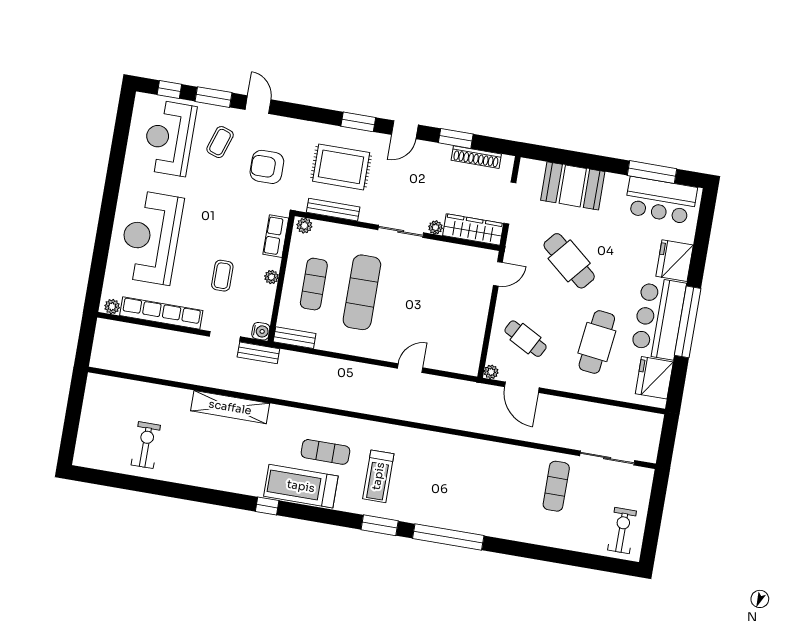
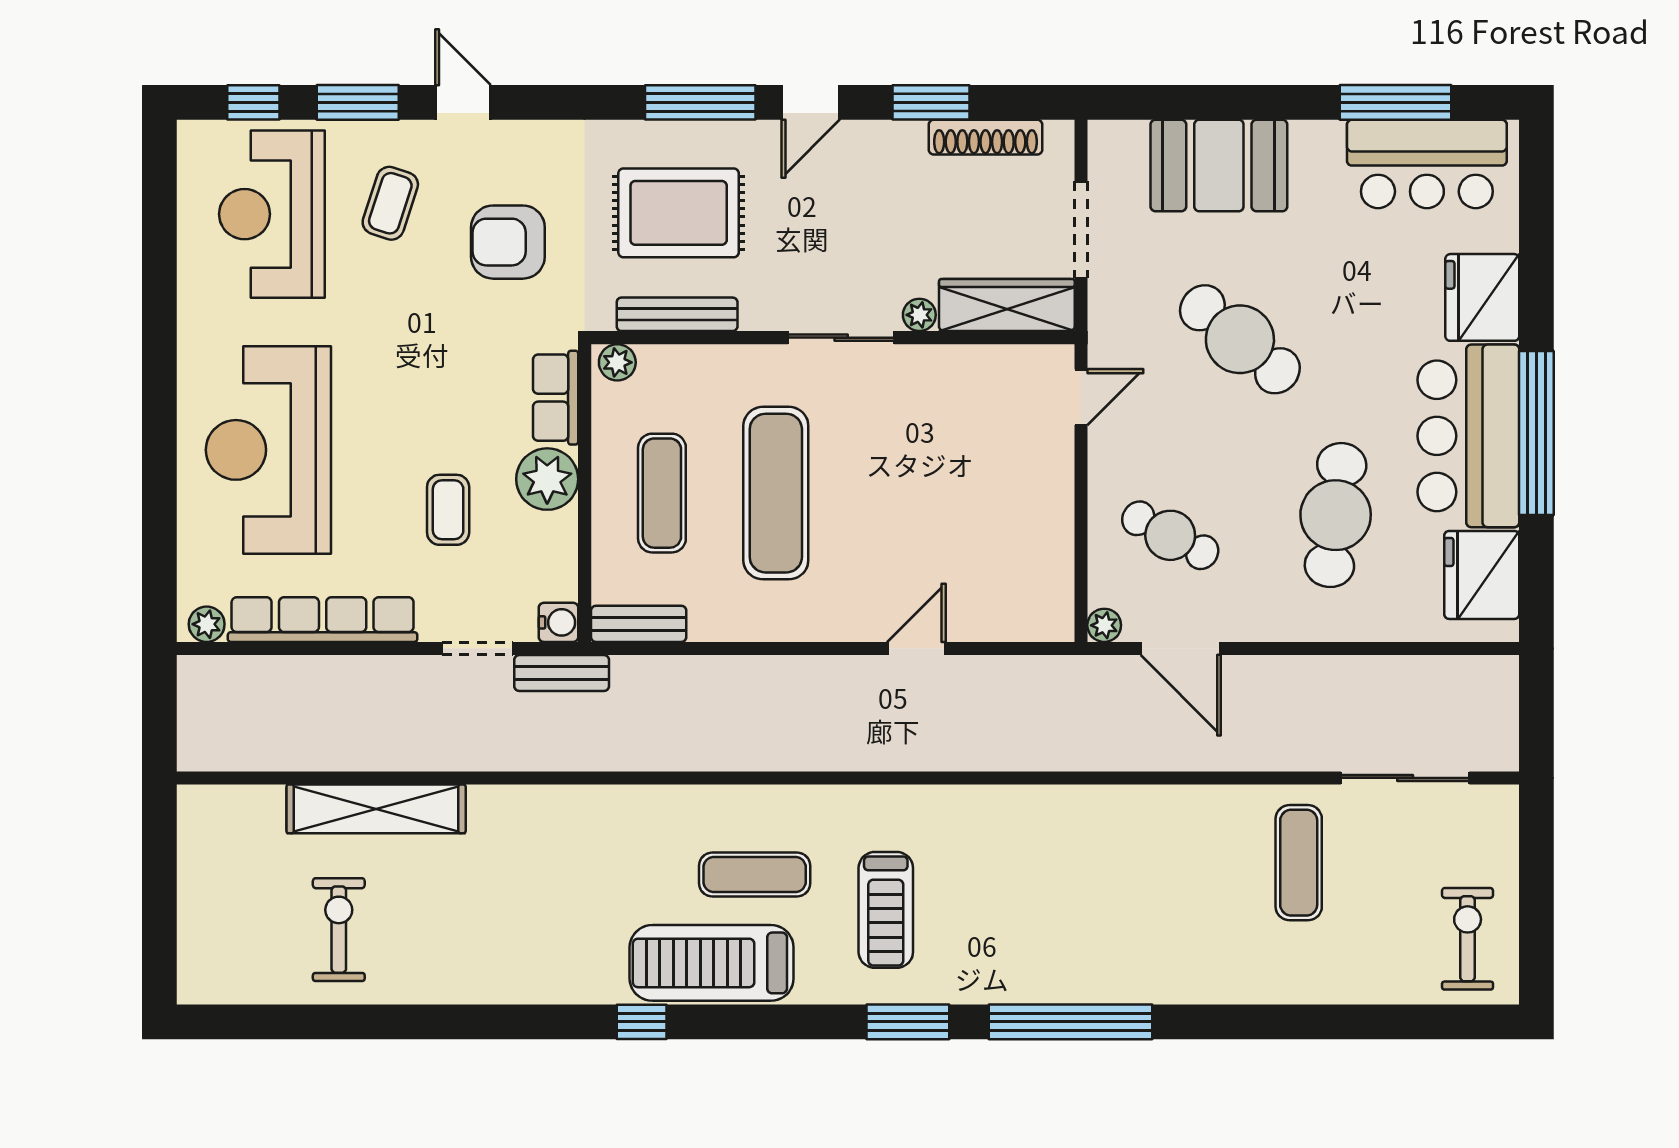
window: (358, 122) -> (700, 102), width x1.44
plant: (271, 277) -> (547, 479), width x1.87, depth x1.87
shelving: (230, 407) -> (376, 809), moved

